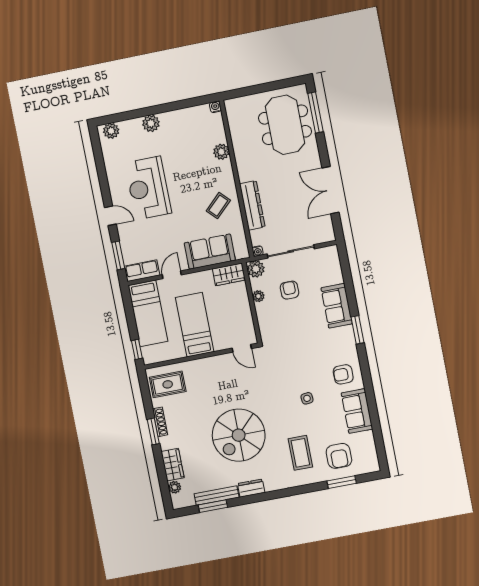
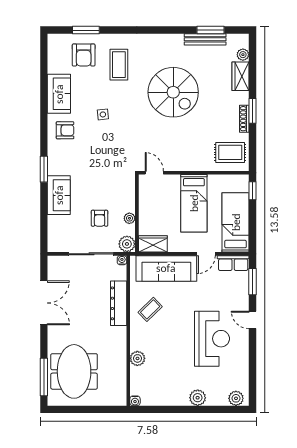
sofa: (210, 252) -> (166, 268), width x1.36
spiral stairs: (239, 435) -> (173, 92), turned 90
armchair: (339, 456) -> (84, 55), turned 180
dresser: (251, 488) -> (171, 40), removed

